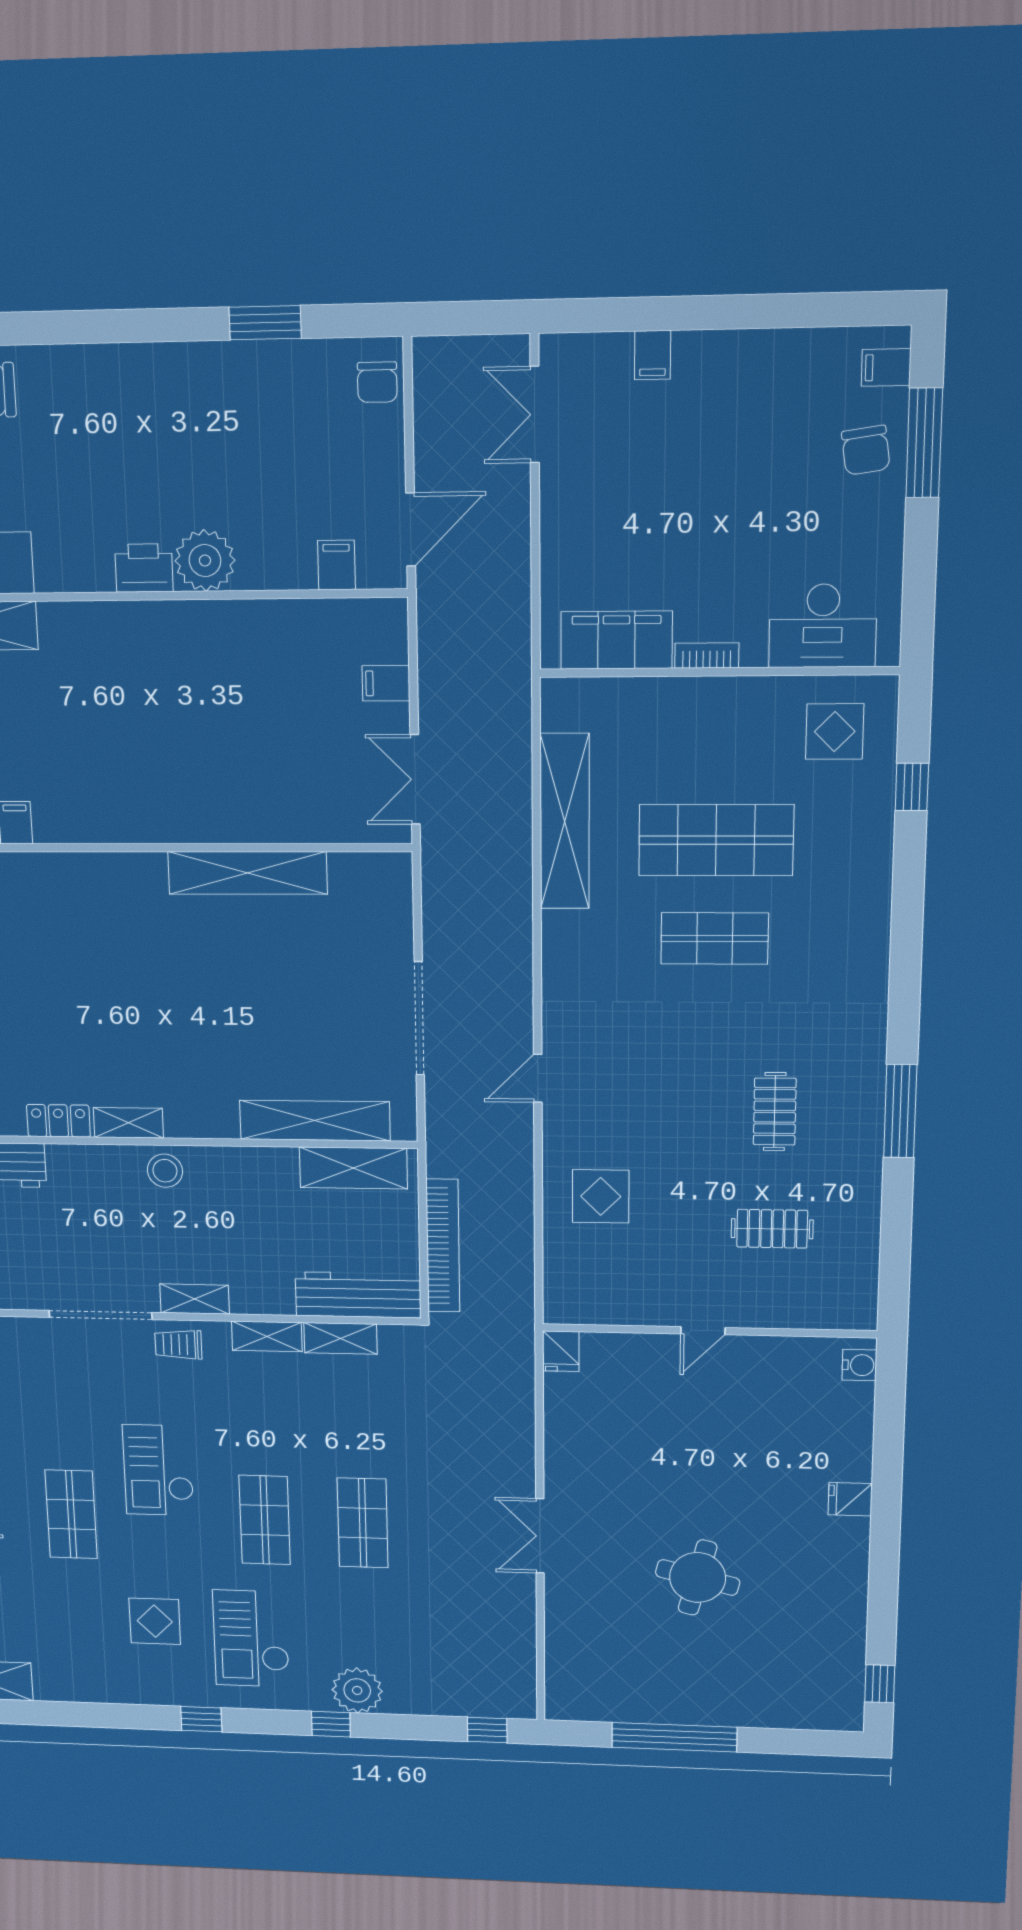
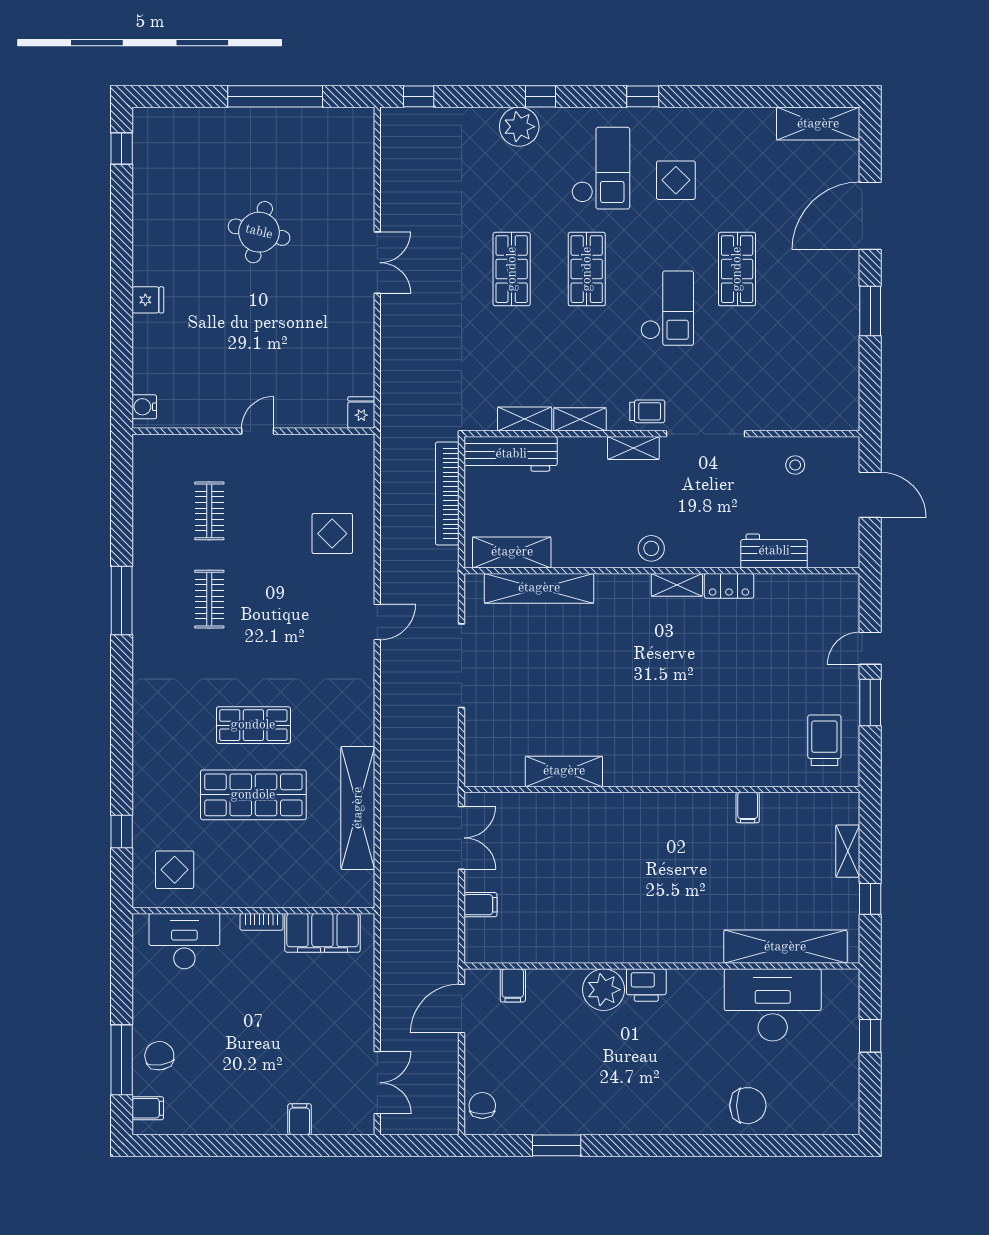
shelving: (247, 873) -> (564, 771), width x0.68
clothes rail: (772, 1229) -> (209, 511), turned 90

